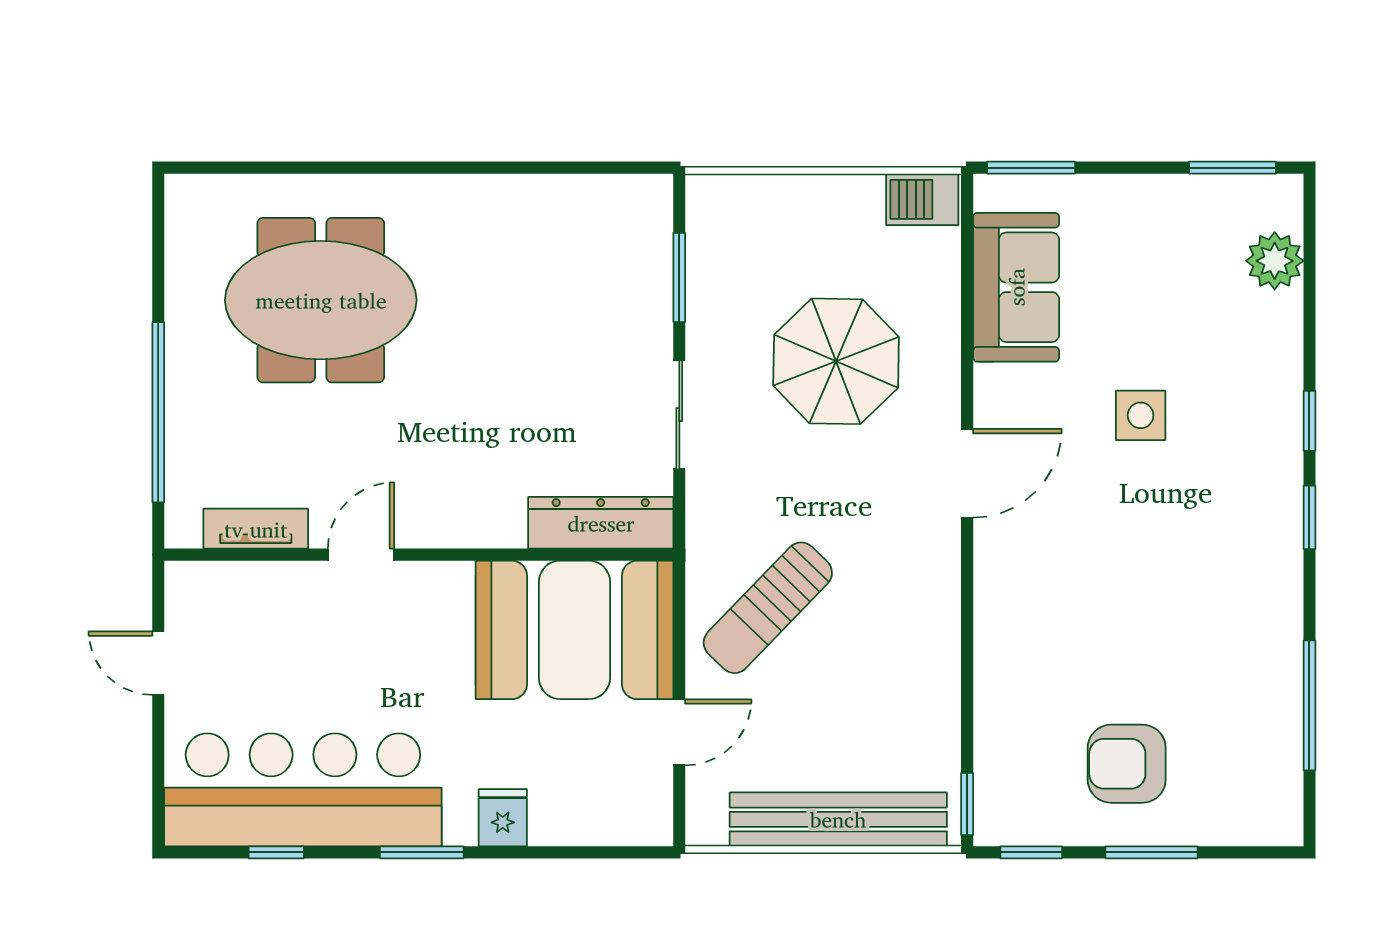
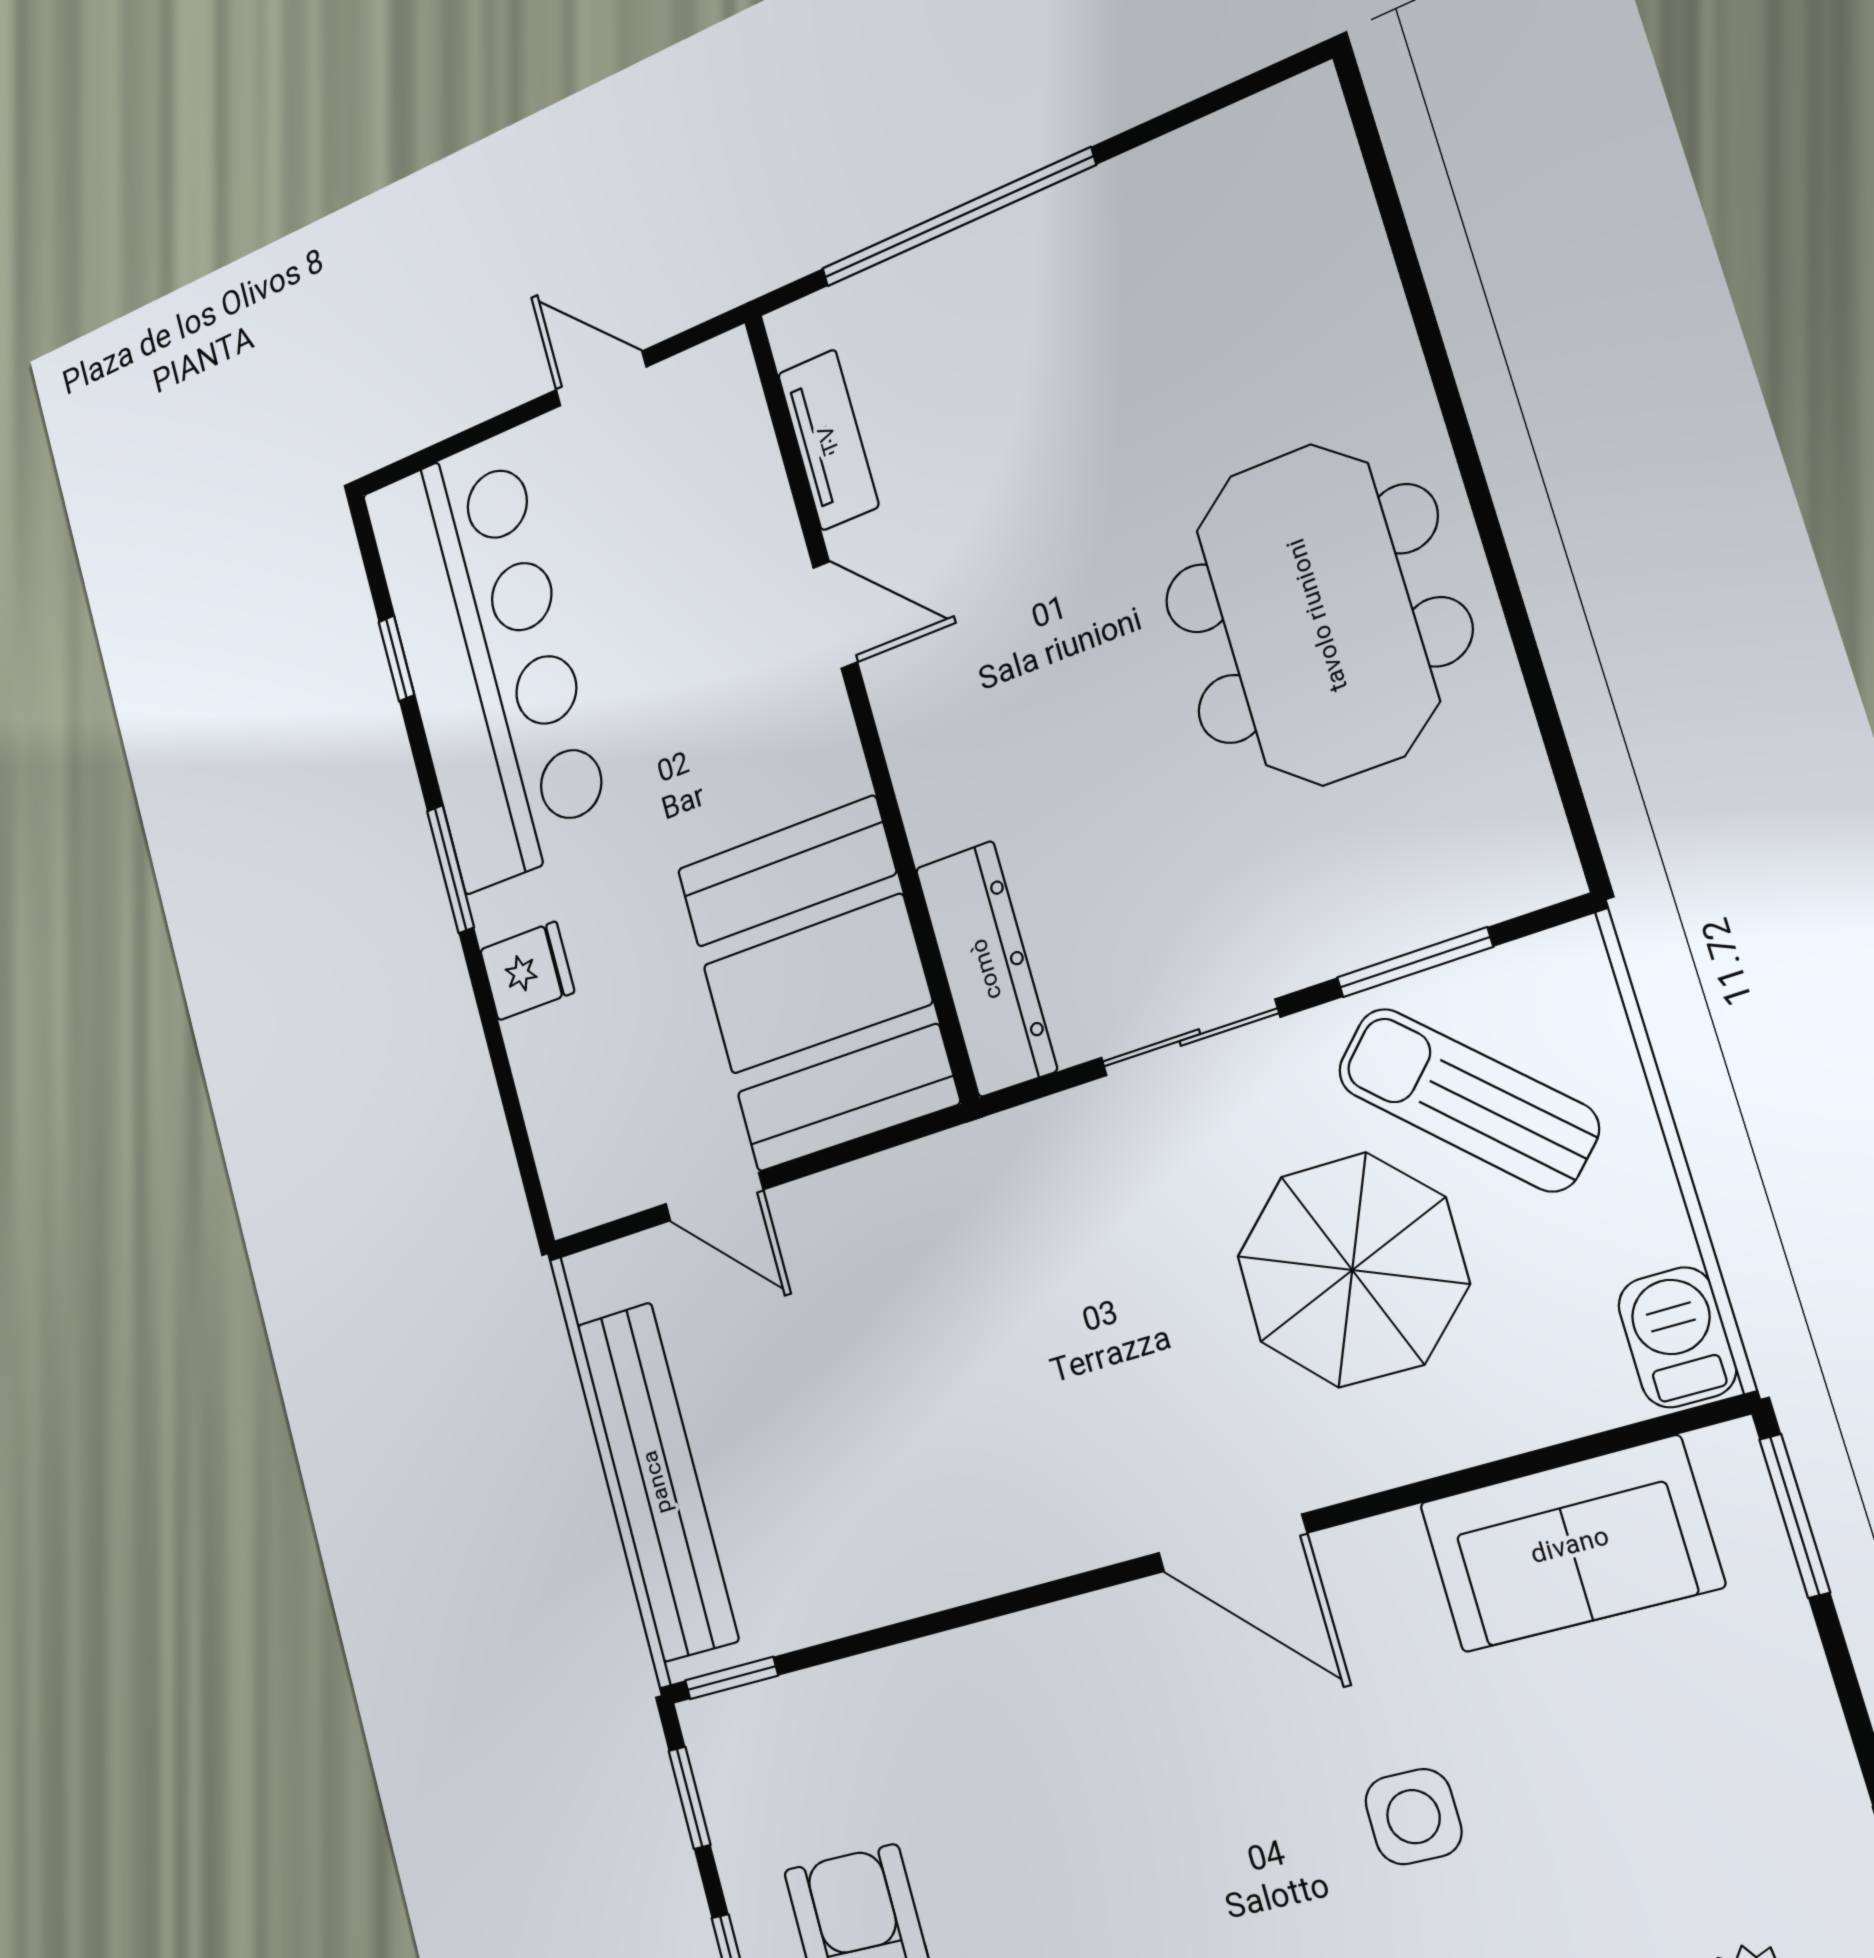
meeting table: (321, 300) -> (1317, 615), moved
sun lounger: (768, 608) -> (1467, 1099), moved
door: (158, 663) -> (601, 379), hinge flipped

